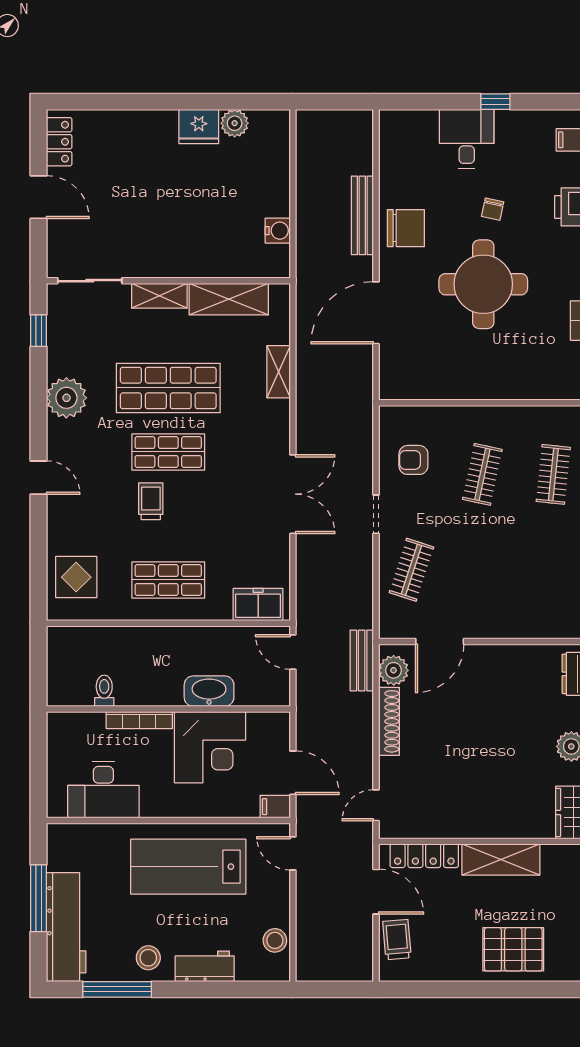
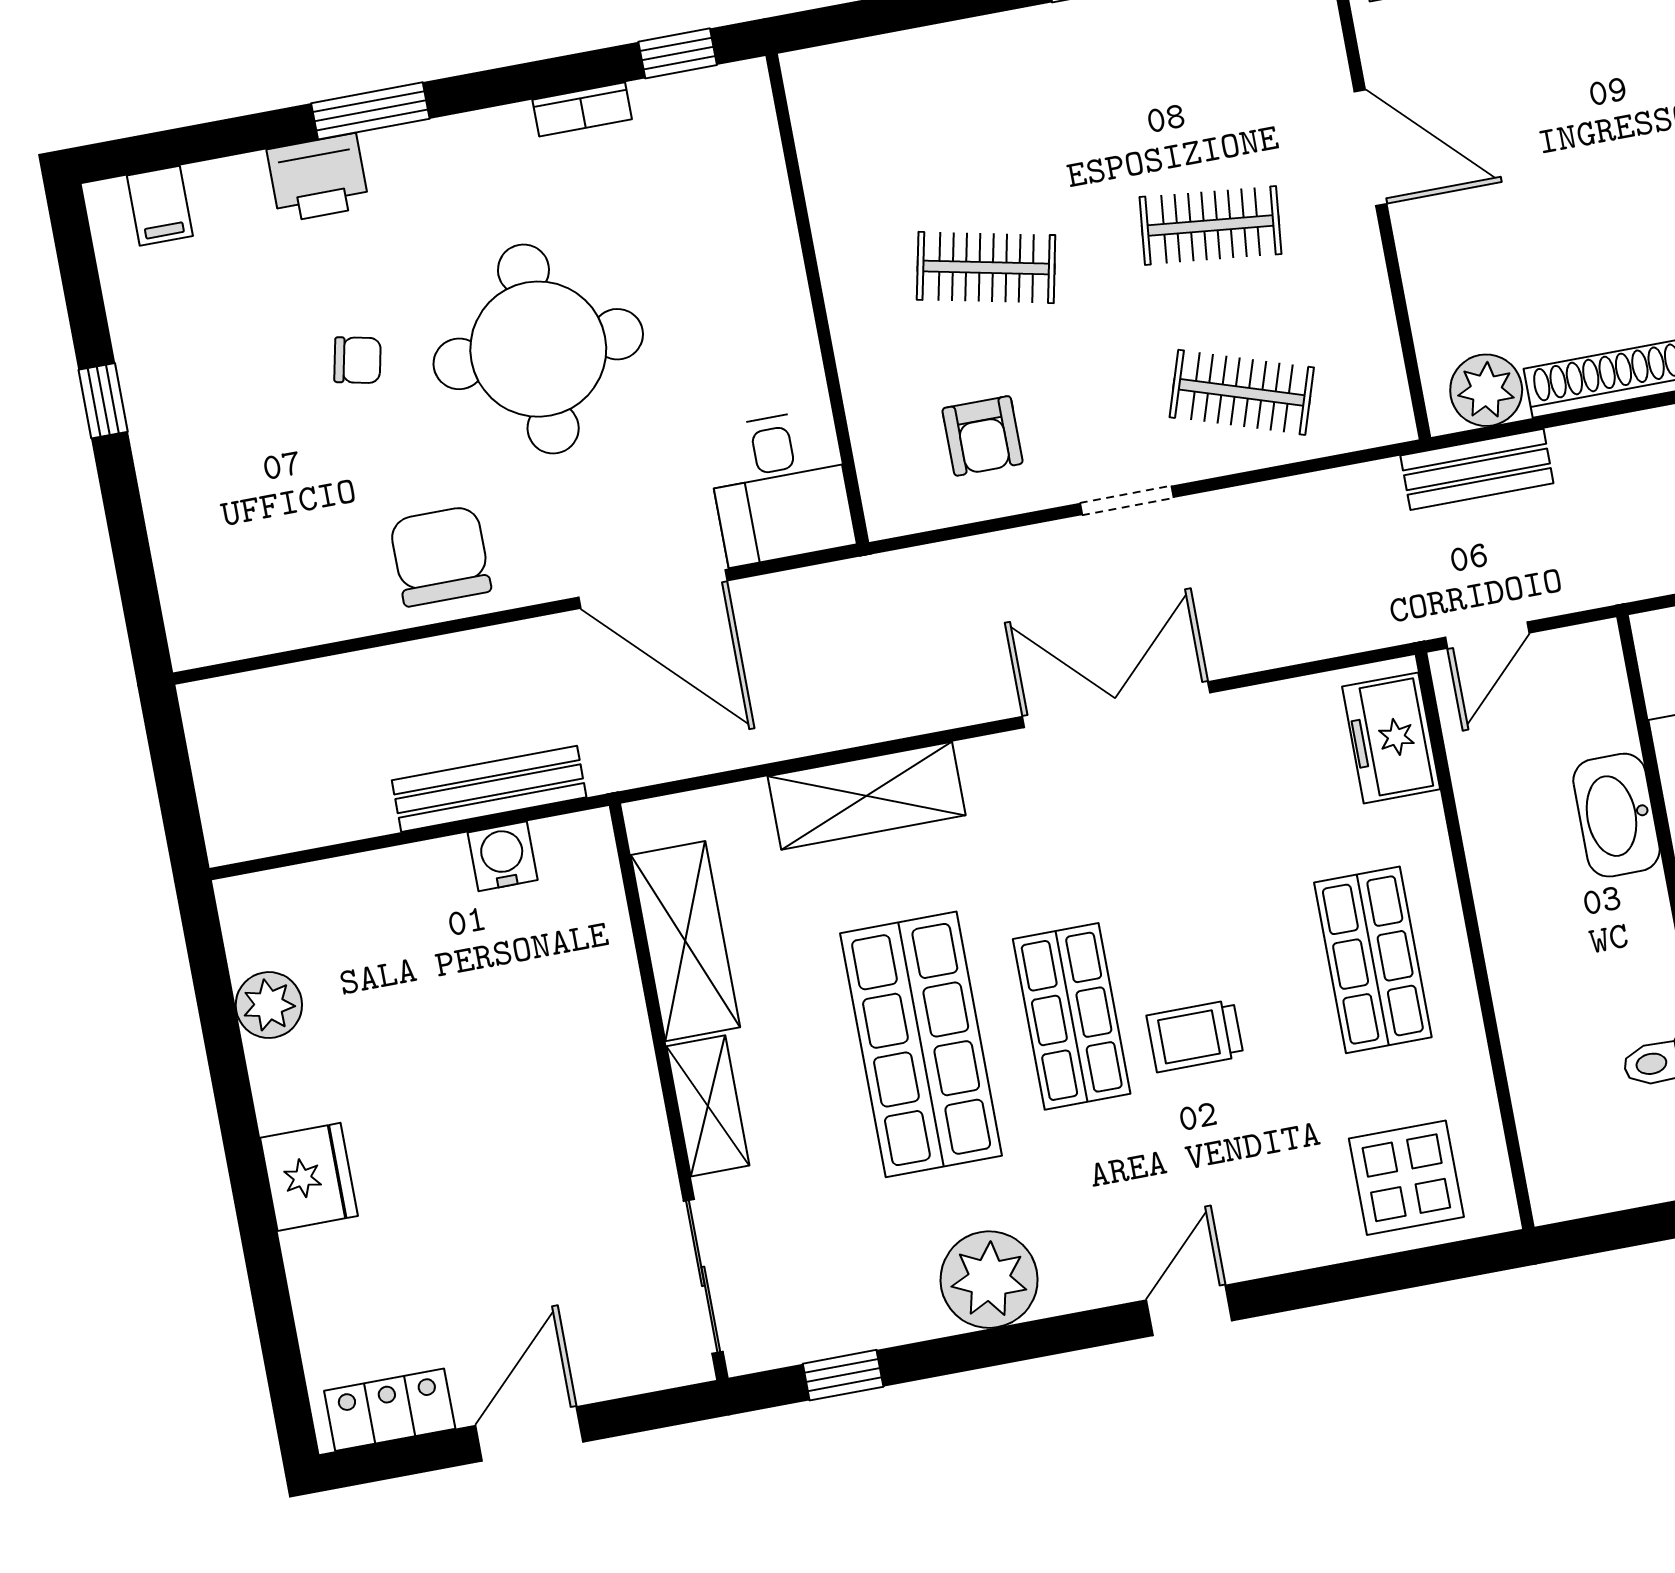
fridge: (199, 126) -> (309, 1177), moved
desk: (467, 139) -> (780, 487), moved, turned -90
bench: (362, 215) -> (489, 789), moved
shelving: (279, 372) -> (867, 796), width x1.50, depth x1.33
clothes rail: (553, 474) -> (1210, 225), moved
door: (440, 641) -> (1371, 148), moved

